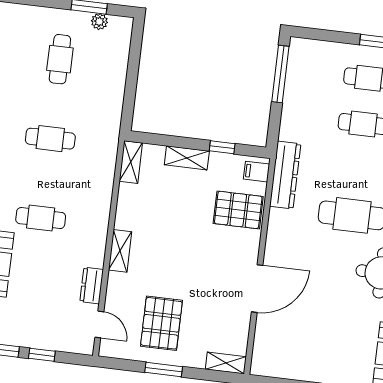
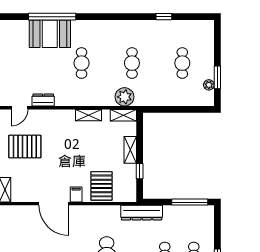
cafe table: (60, 59) -> (182, 63), turned 90
plant: (102, 157) -> (124, 97), added
filing cabinet: (257, 172) -> (76, 194), moved
dresser: (285, 175) -> (142, 213), moved
shelving: (120, 251) -> (89, 115), moved

